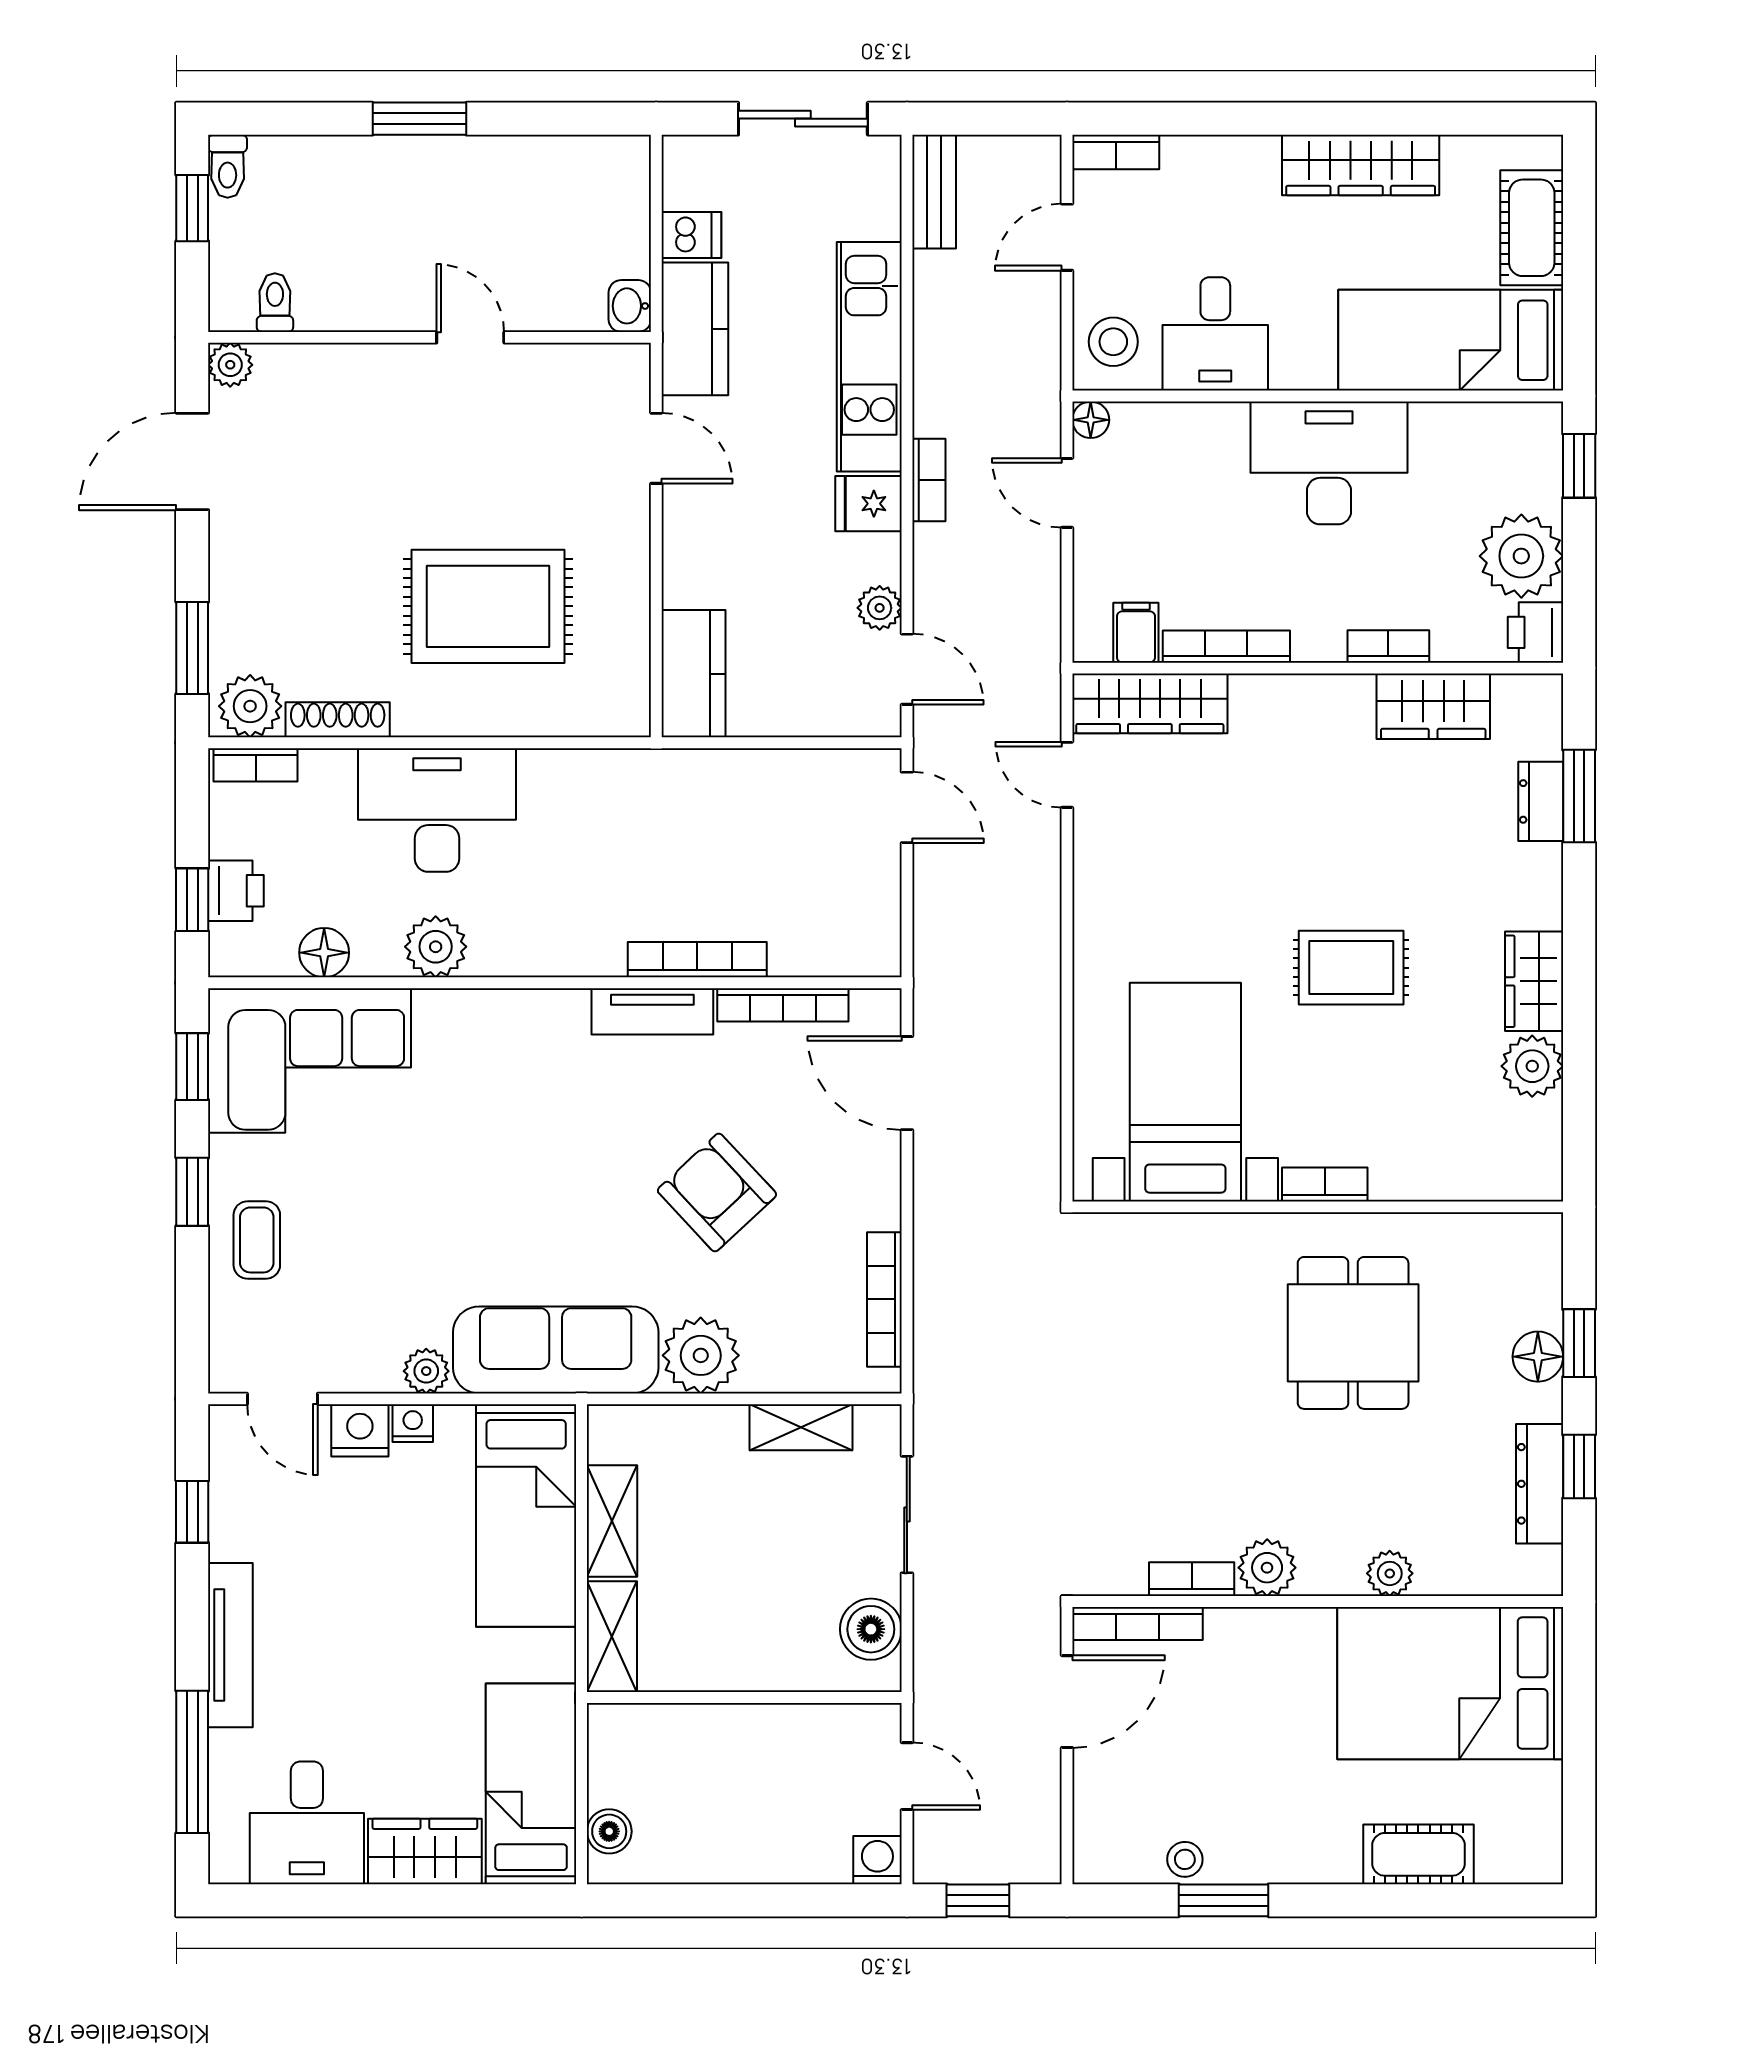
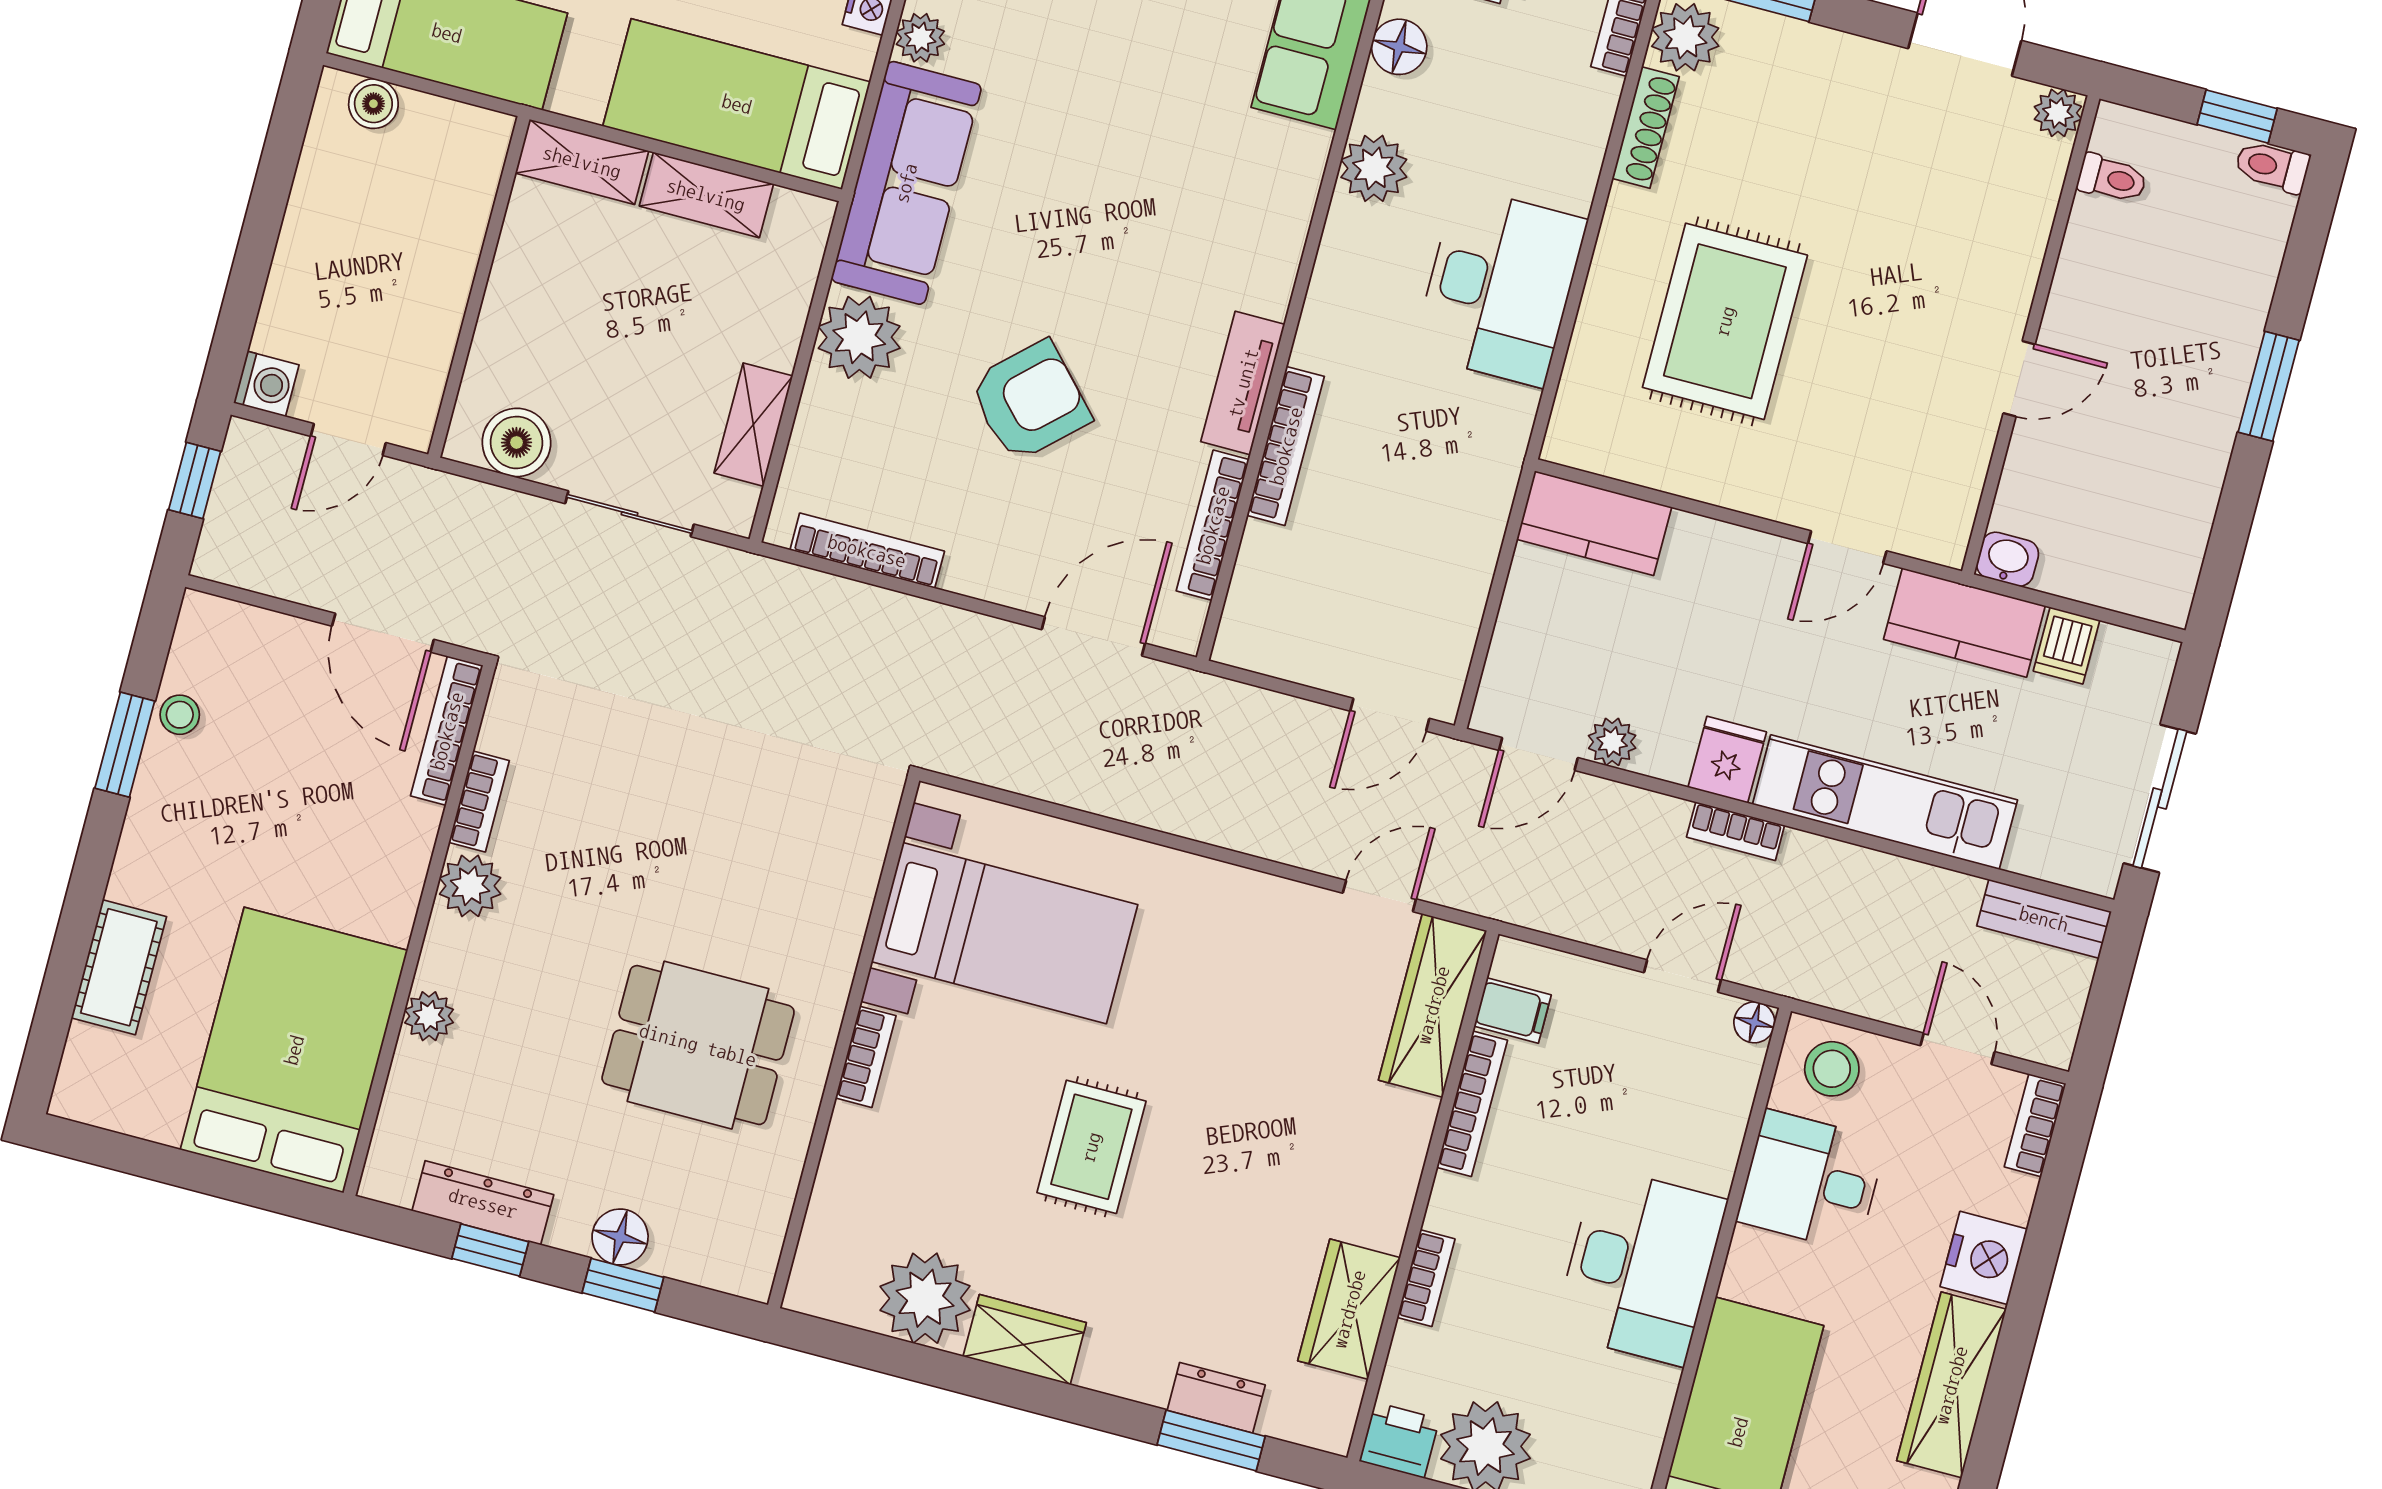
nightstand: (1243, 166) -> (1984, 1258), added
desk: (437, 810) -> (1500, 287), moved
plant: (1532, 1066) -> (925, 1298), width x1.36, depth x1.36

